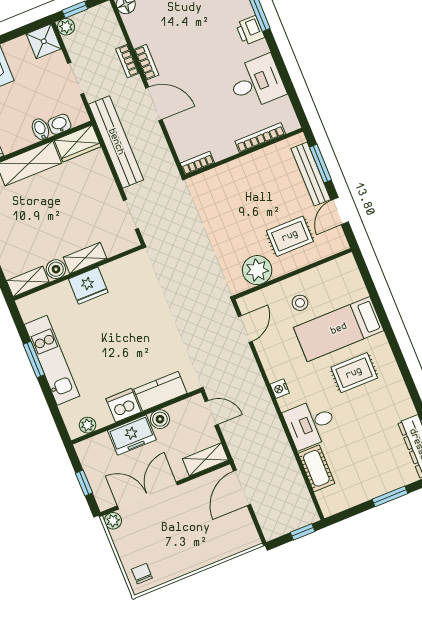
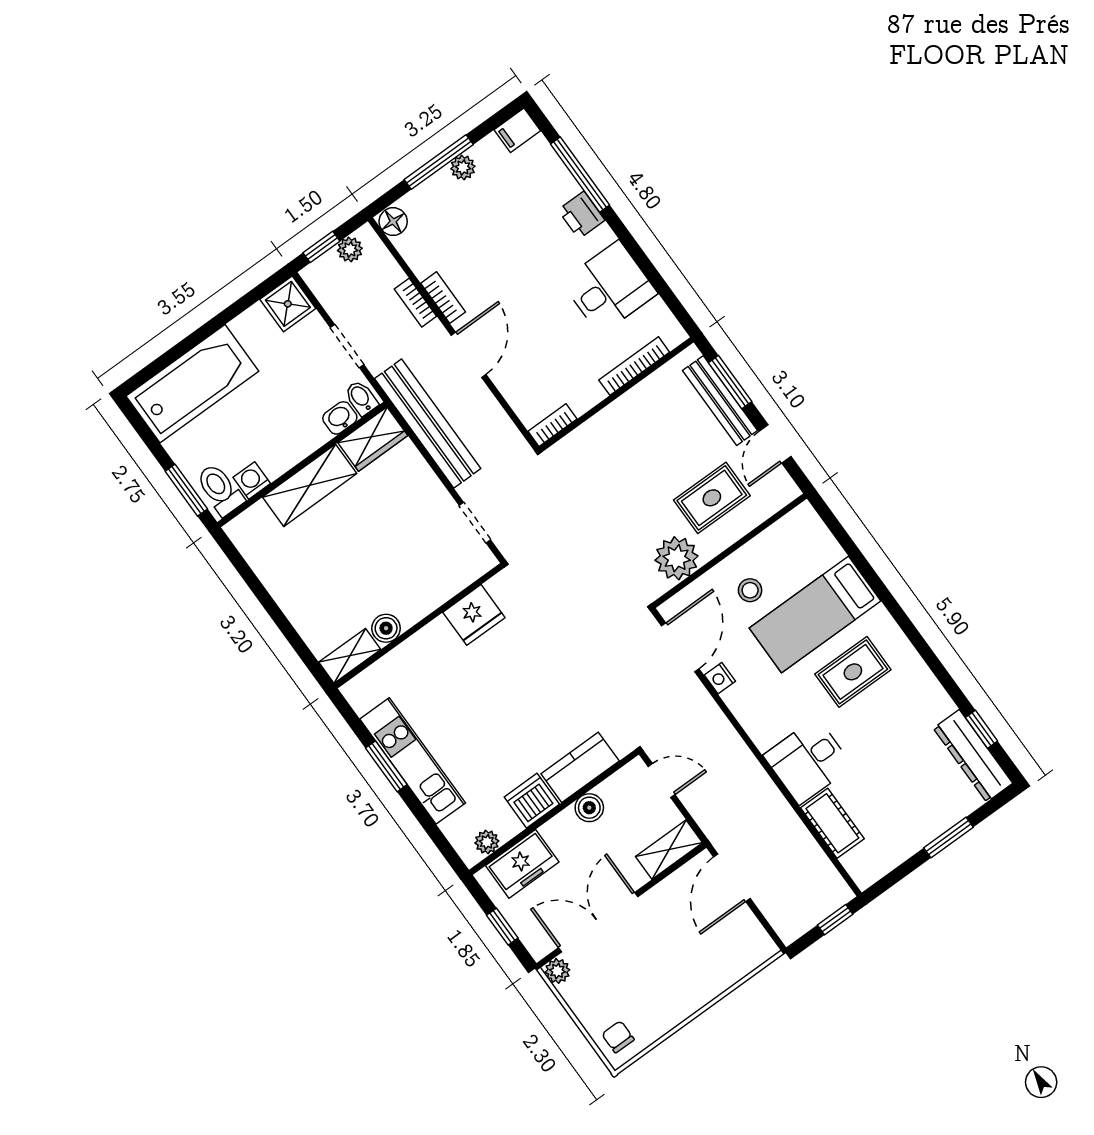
plant: (66, 27) -> (350, 249), moved
door: (154, 104) -> (469, 355), hinge flipped
bidet: (40, 129) -> (361, 398), moved
shelving: (85, 258) -> (424, 602), removed
fridge: (88, 286) -> (474, 615), moved
door: (245, 329) -> (680, 647), width x1.38
nightstand: (280, 389) -> (720, 678), moved
freezer: (132, 435) -> (522, 864), moved

